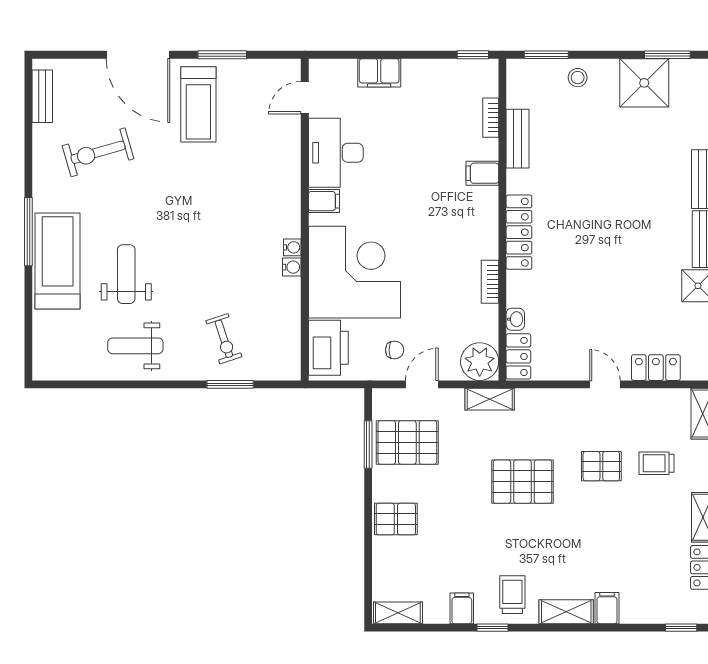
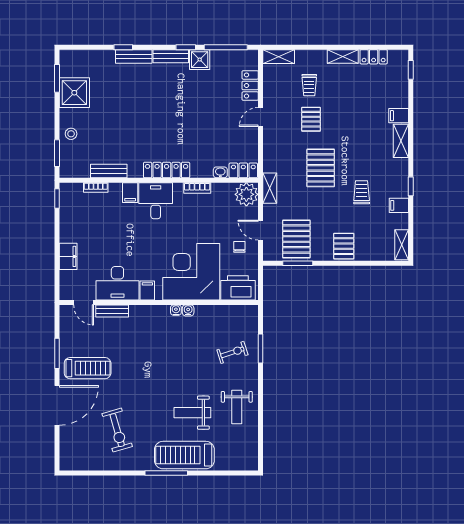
bench: (42, 96) -> (112, 311), moved
desk: (469, 215) -> (156, 201), added
trolley: (512, 595) -> (362, 192), moved, turned 90

